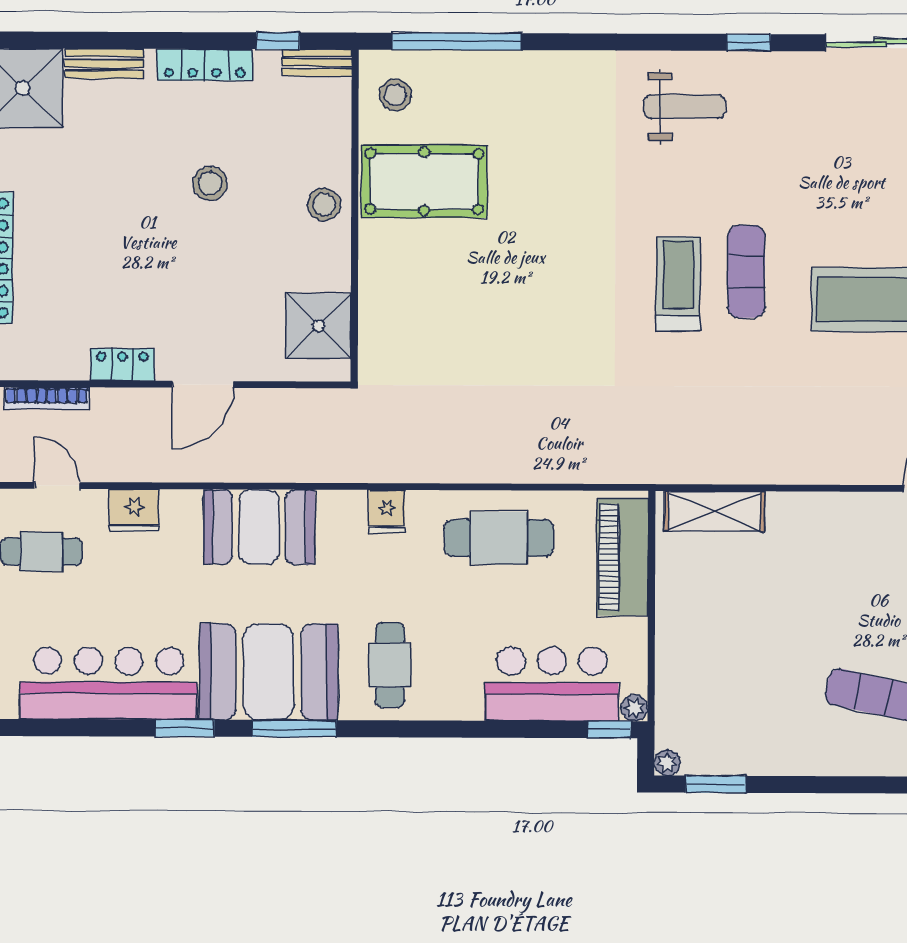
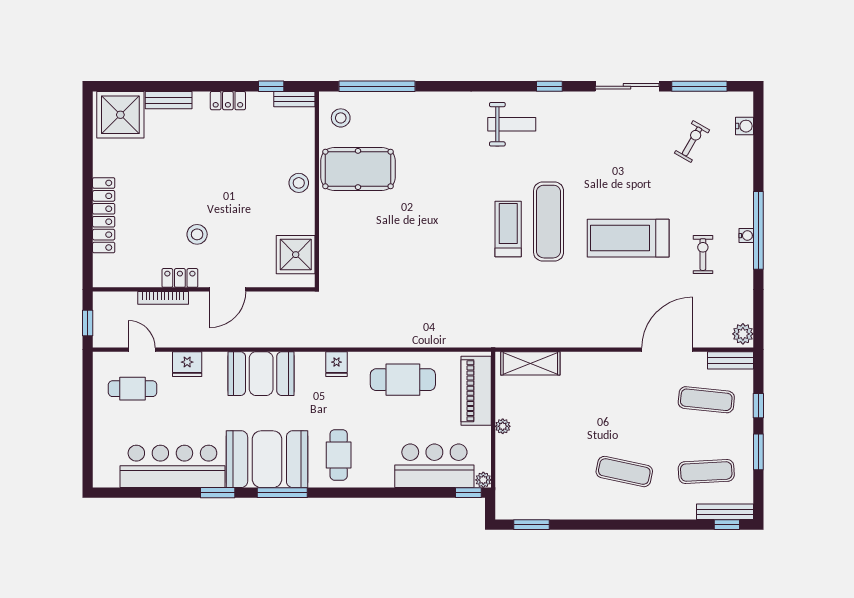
locker: (205, 65) -> (228, 101), width x0.66
stool: (210, 183) -> (197, 234), moved
exercise mat: (746, 271) -> (549, 222), width x1.36, depth x1.45
bookcase: (47, 398) -> (163, 298), moved
plant: (667, 763) -> (503, 426), moved

